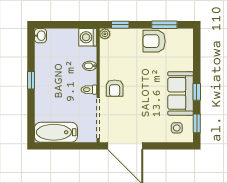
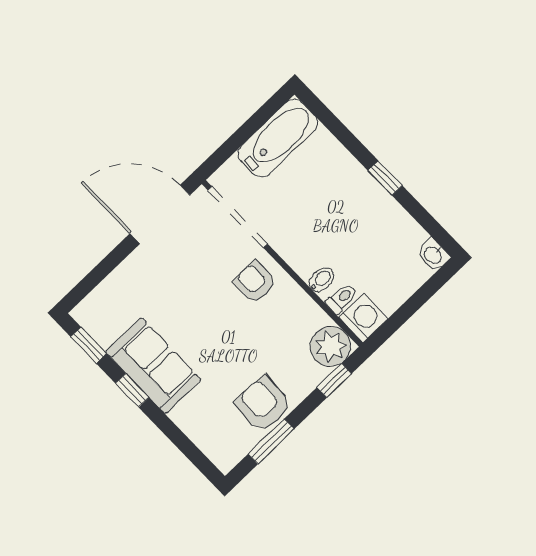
plant: (105, 34) -> (330, 346), width x1.88, depth x1.88
armchair: (154, 41) -> (263, 404), turned -88
toilet: (89, 90) -> (342, 298), moved
side table: (177, 128) -> (111, 311), removed

